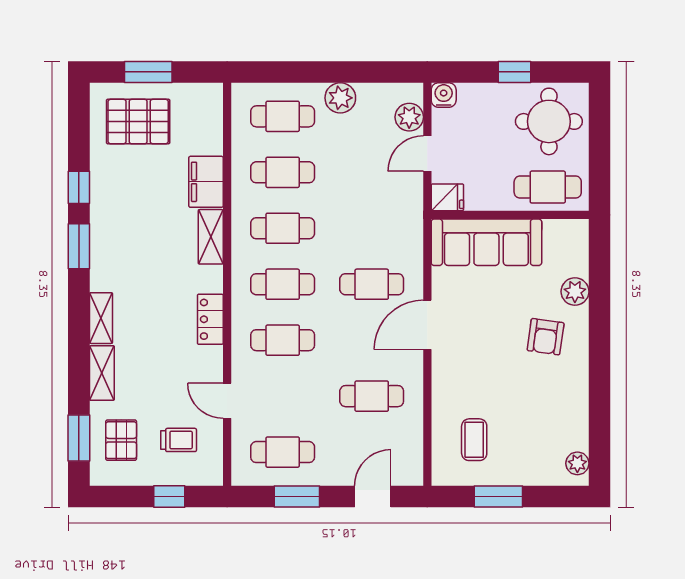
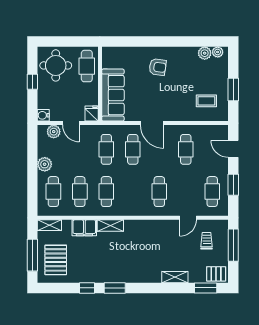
window: (148, 72) -> (32, 255), width x1.44
cafe table: (283, 284) -> (106, 149), moved
plant: (575, 292) -> (205, 53), moved
shelving: (101, 318) -> (49, 225), moved
locker: (210, 319) -> (149, 226), removed
pallet: (121, 440) -> (216, 274), moved
window: (169, 496) -> (233, 245), width x2.17

